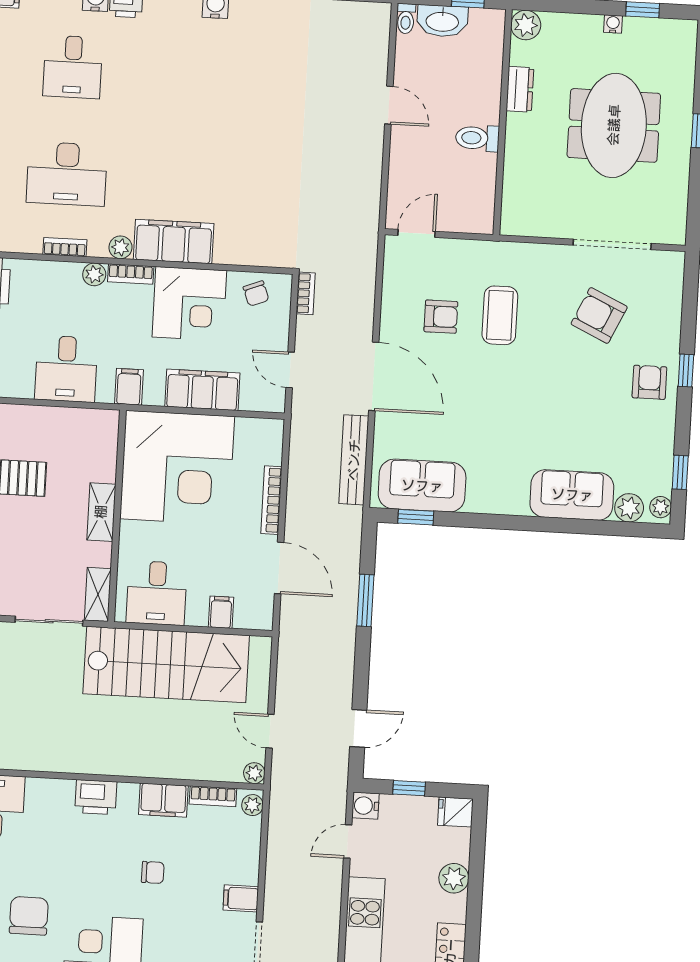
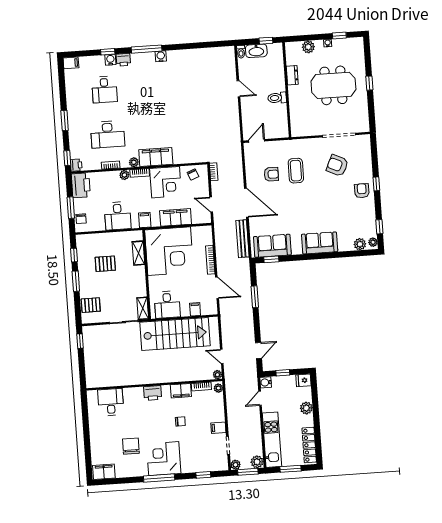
plant: (526, 25) -> (308, 47), moved
meeting table: (614, 125) -> (333, 85), turned 90
sofa: (572, 495) -> (320, 243), moved
shelving: (101, 512) -> (138, 253), moved

